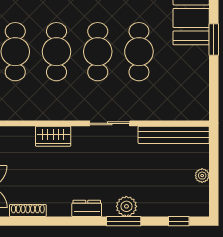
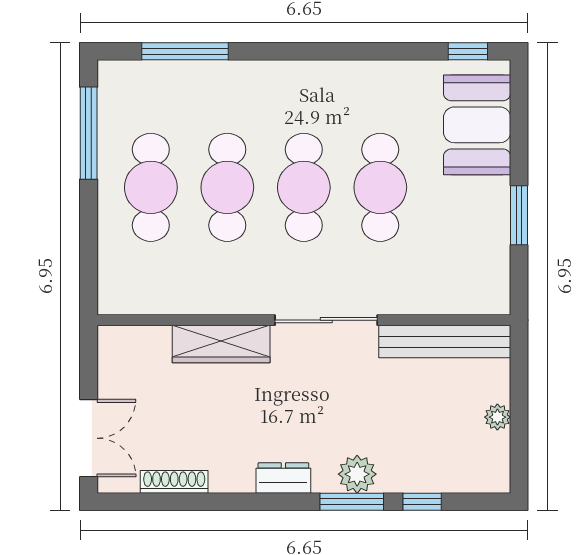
window: (214, 39) -> (519, 215), moved
sliding door: (110, 123) -> (326, 320), width x1.37
wardrobe: (53, 136) -> (221, 344), width x1.50
window: (179, 221) -> (422, 502), moved

